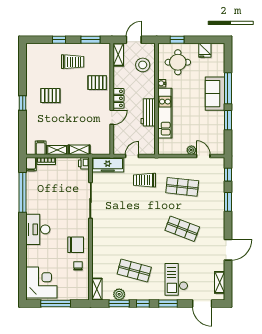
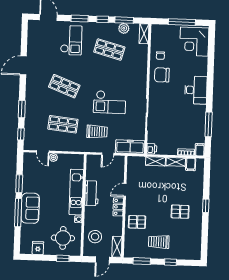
window: (23, 192) -> (209, 124), width x0.68
checkout: (132, 213) -> (110, 102), added
shelving: (220, 282) -> (32, 36), removed

